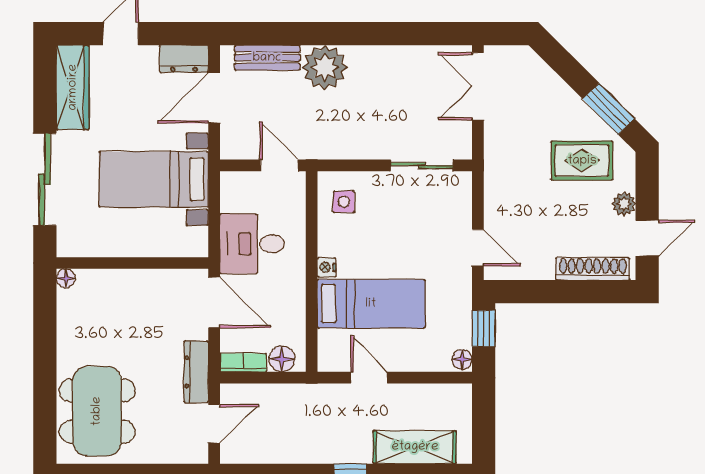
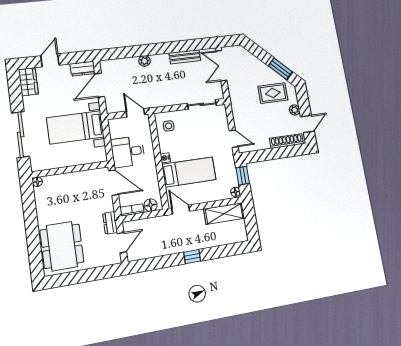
bench: (267, 58) -> (185, 57), moved
plant: (325, 67) -> (144, 61), width x0.53, depth x0.53
wardrobe: (73, 87) -> (28, 82), width x0.67
dresser: (196, 372) -> (110, 223), width x0.70
door: (369, 378) -> (181, 210), moved
shelving: (415, 447) -> (224, 214), moved

